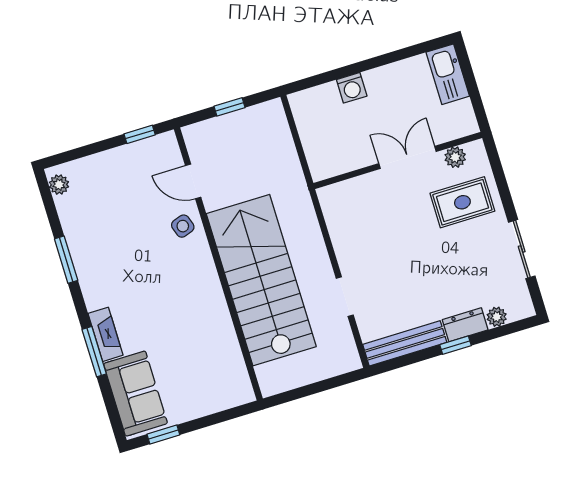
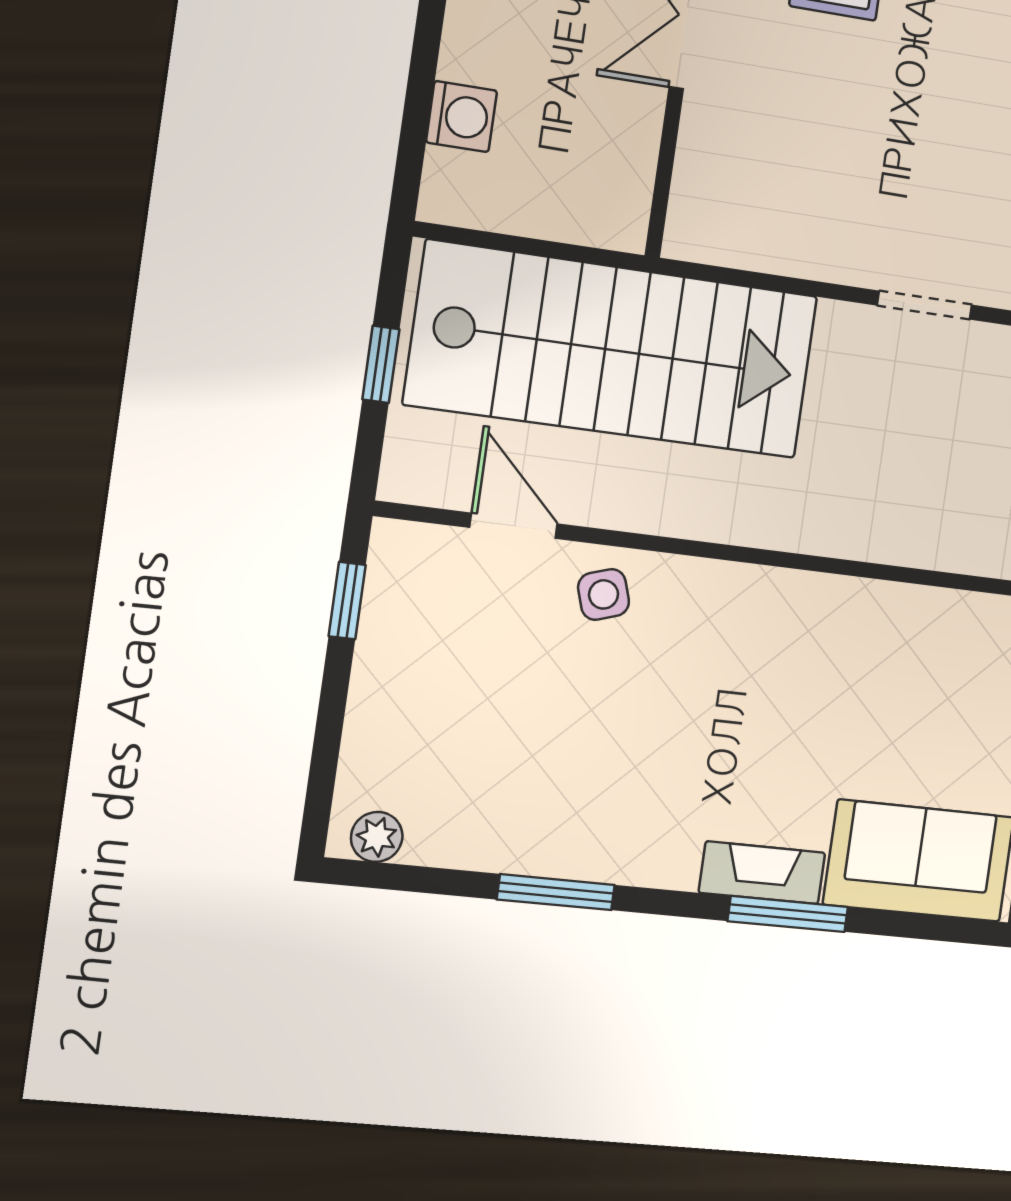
washing machine: (352, 88) -> (462, 117), moved
door: (193, 181) -> (514, 526), swing flipped
stairs: (261, 280) -> (613, 350), moved, turned 180

